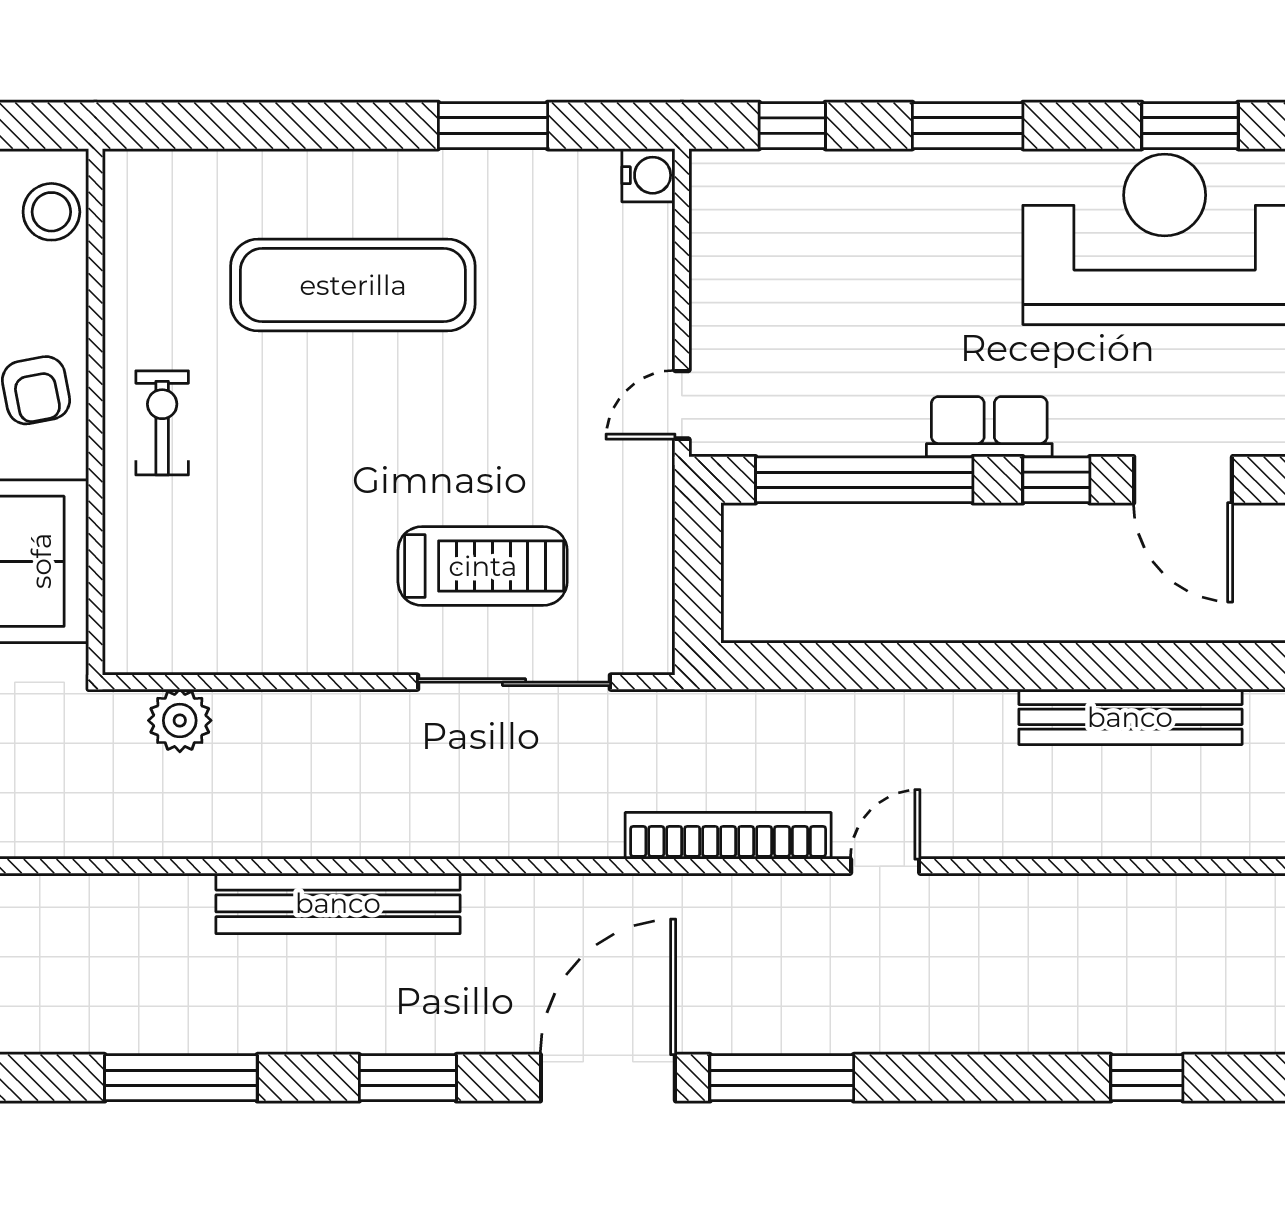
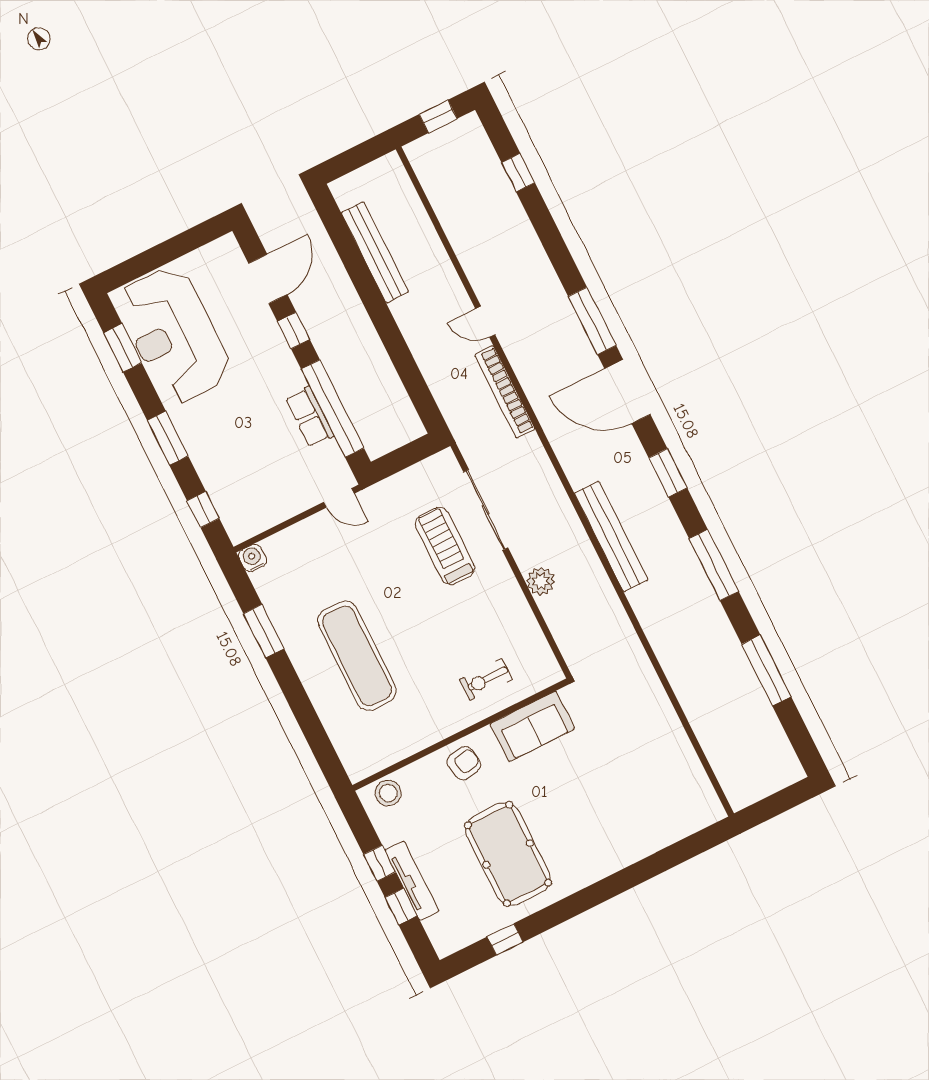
exercise bike: (162, 423) -> (486, 680), moved
row of seats: (989, 427) -> (310, 417), moved
plant: (180, 720) -> (541, 581), moved

